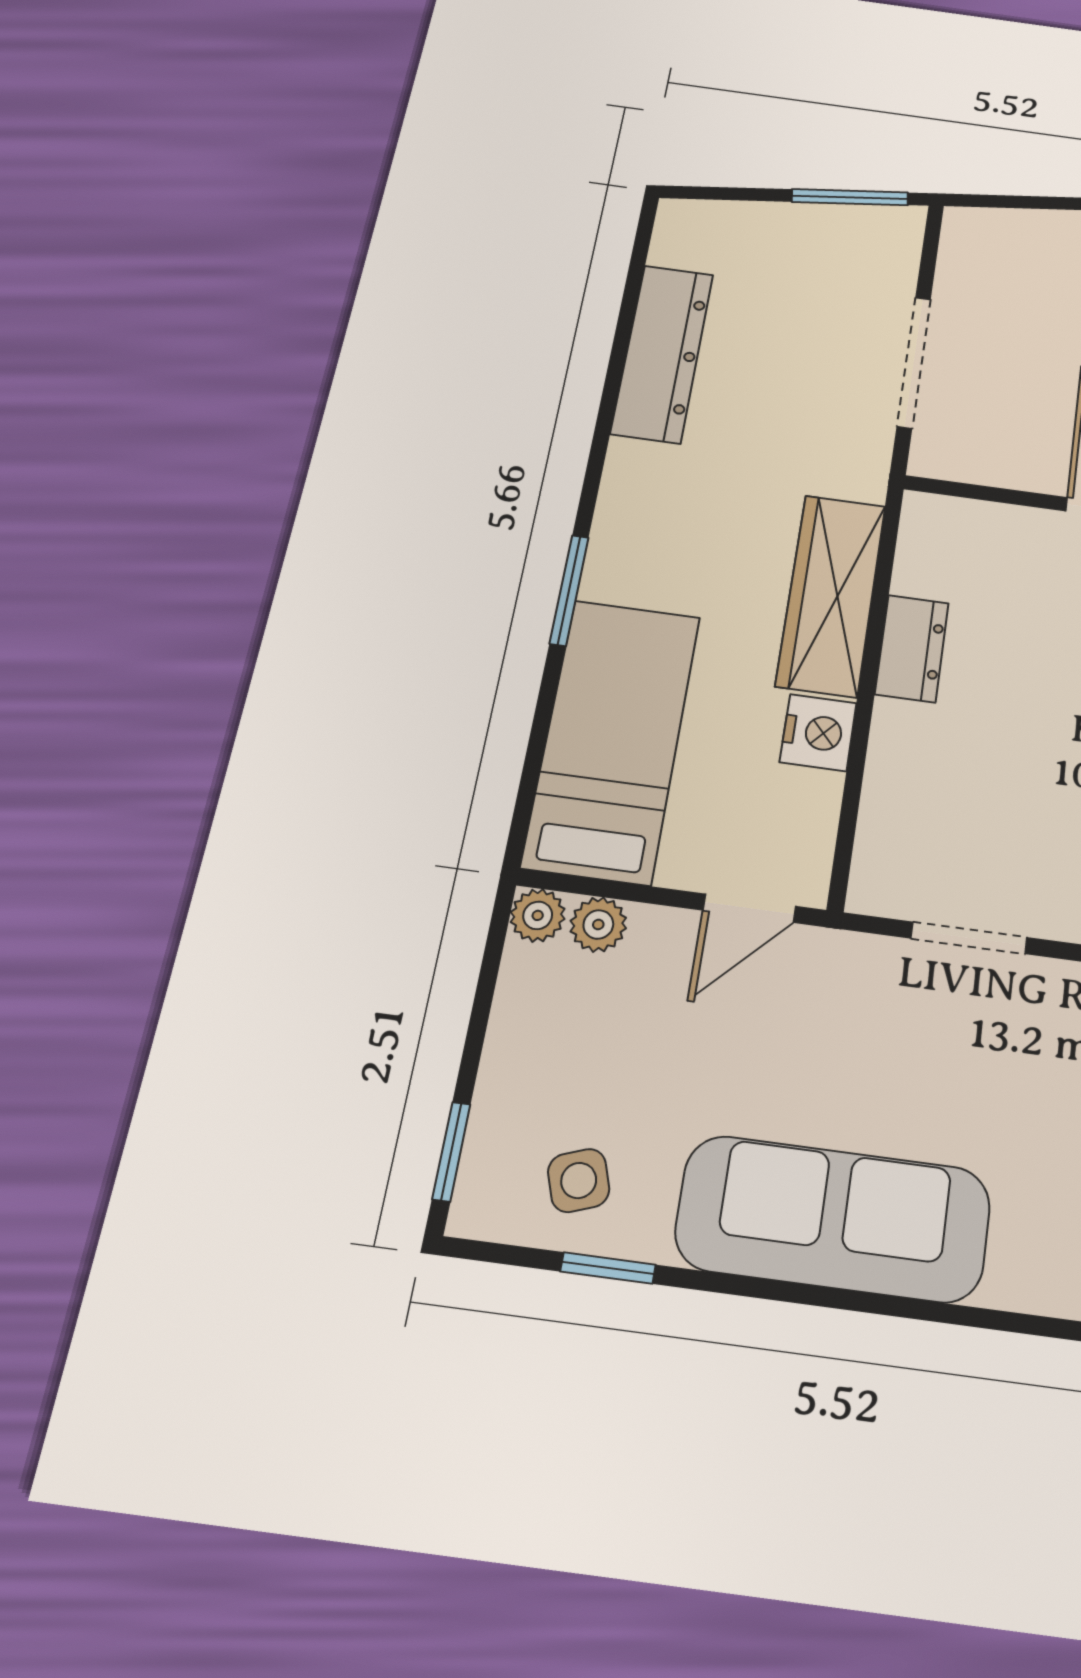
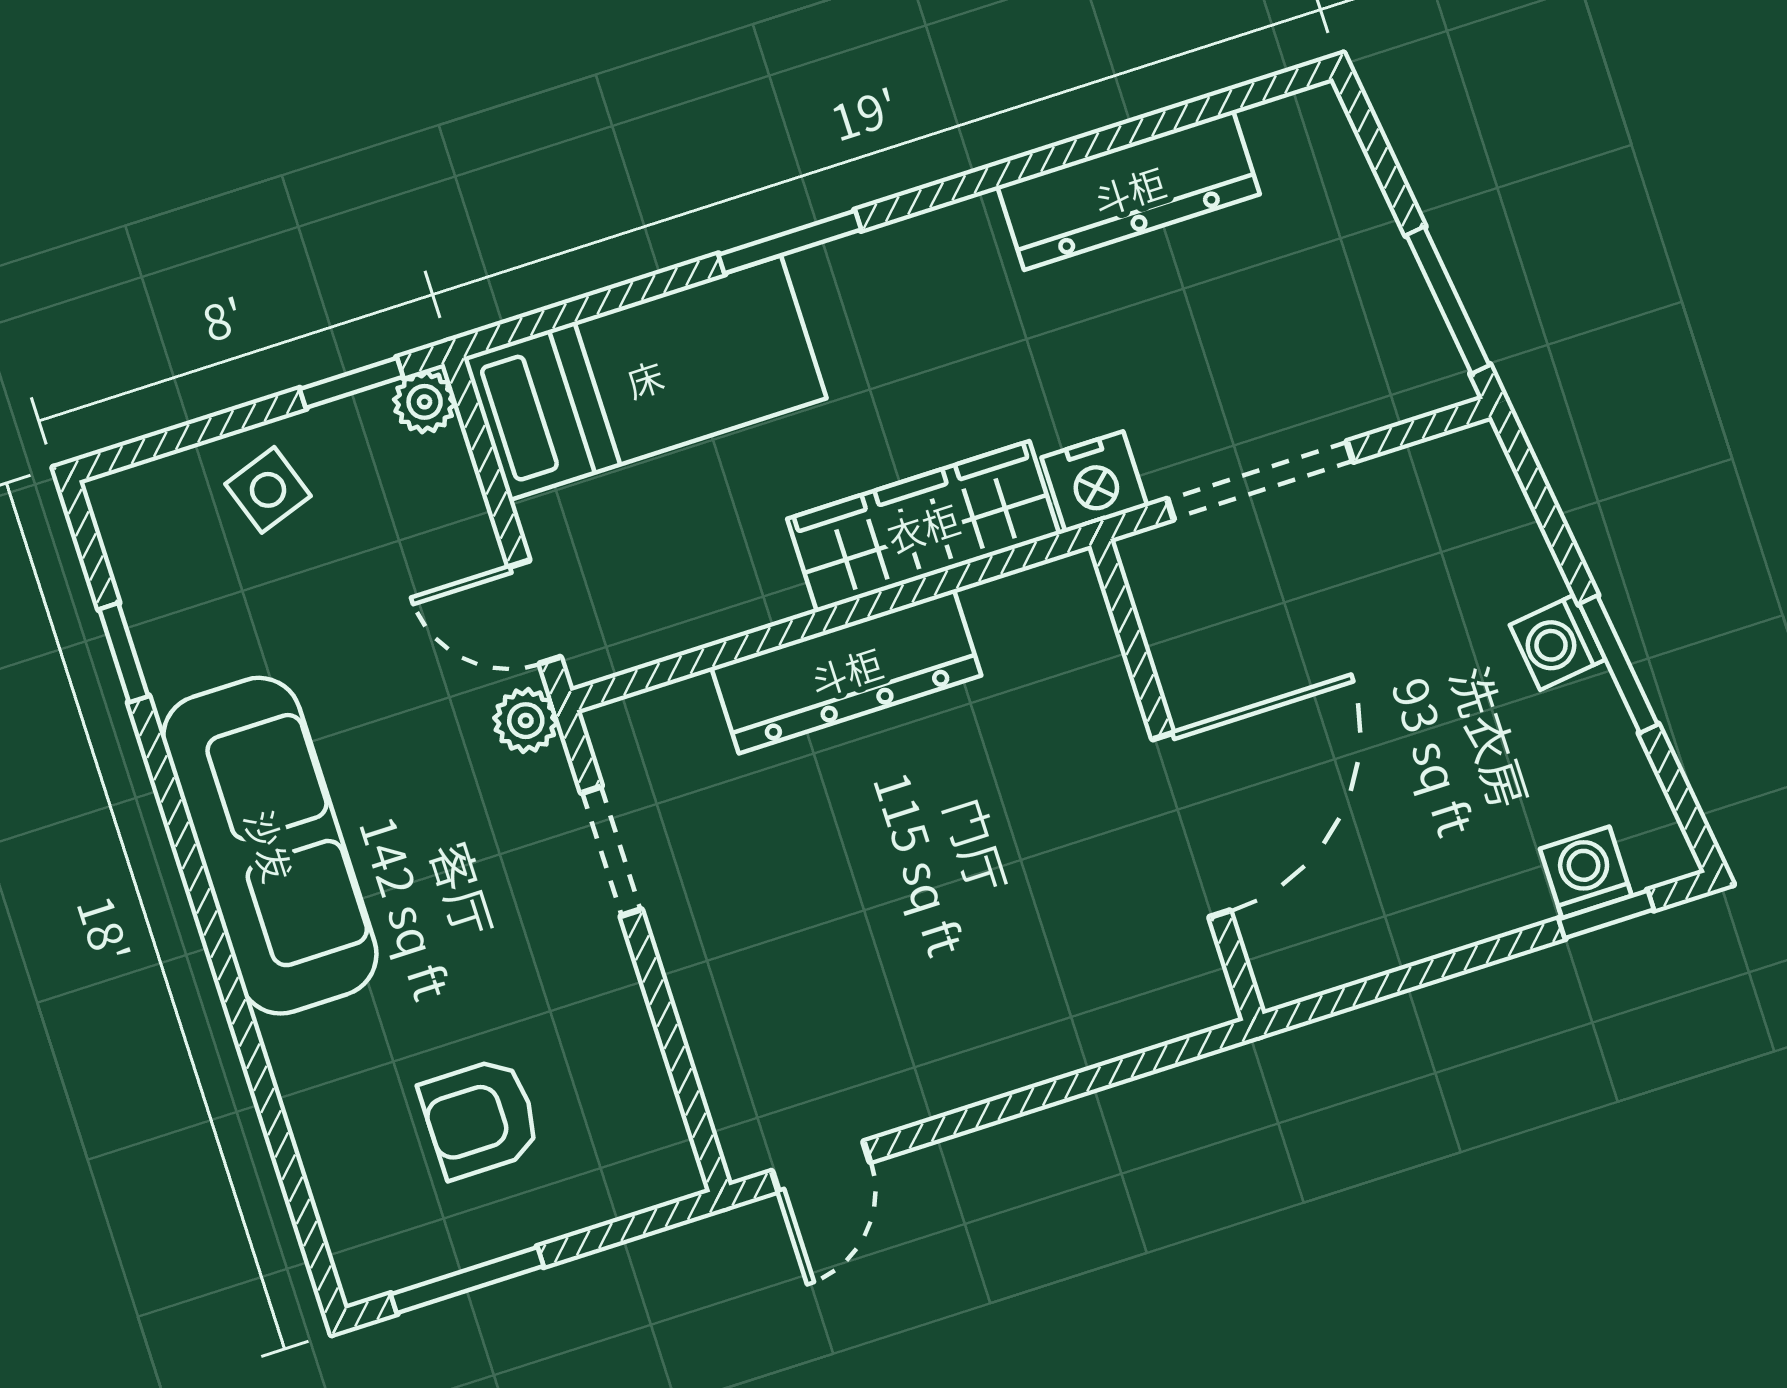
dresser: (912, 649) -> (846, 671), width x1.96, depth x1.24
nightstand: (818, 733) -> (1094, 482), moved
plant: (598, 924) -> (526, 721), moved
window: (451, 1152) -> (351, 383), moved
side table: (579, 1181) -> (268, 490), moved

